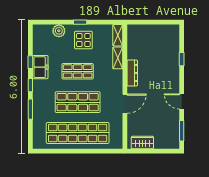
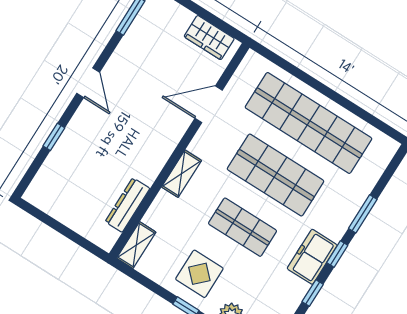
shelving: (118, 58) -> (182, 174), moved
freezer: (40, 67) -> (312, 257), moved
dresser: (132, 73) -> (127, 205), moved
door: (182, 101) -> (88, 83), moved
door: (125, 104) -> (209, 104), moved

